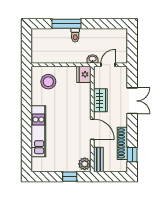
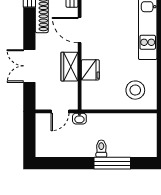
fridge: (84, 74) -> (90, 70), moved

